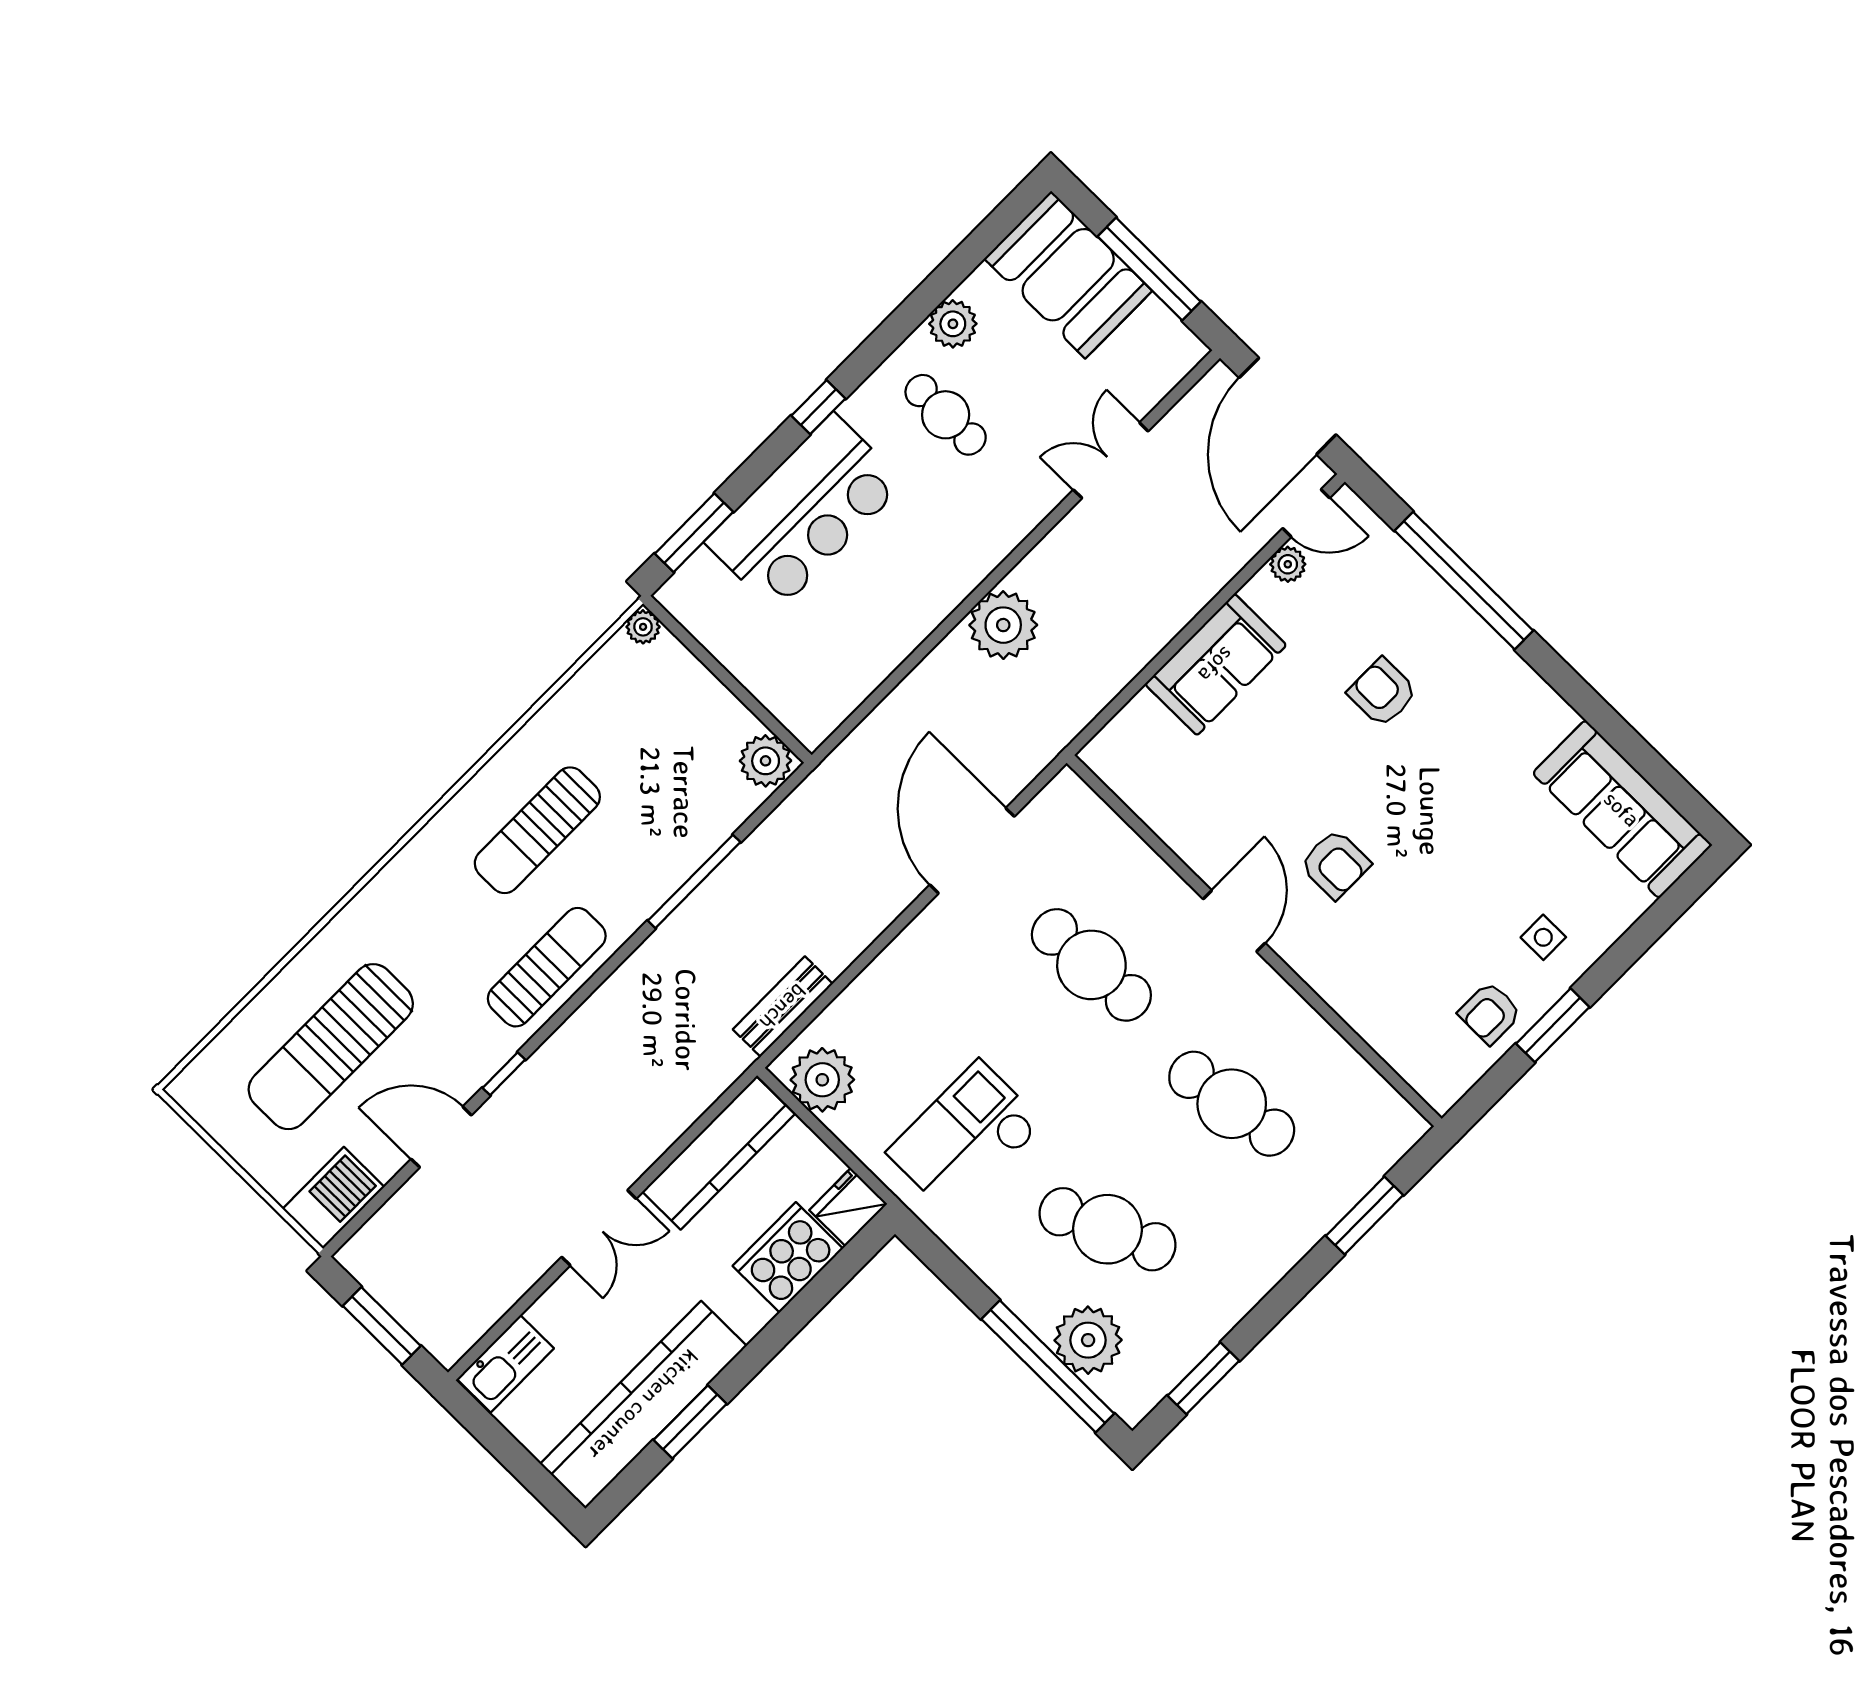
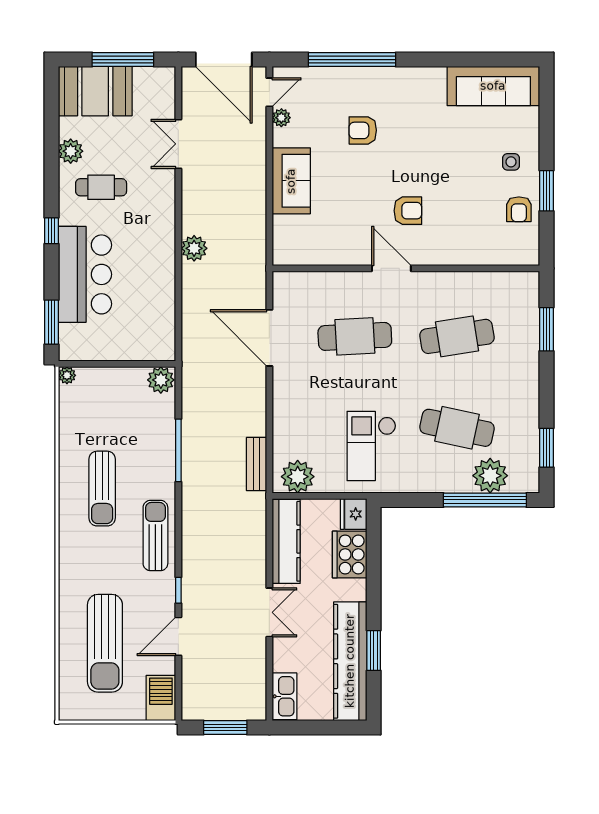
plant: (1003, 625) -> (194, 248), width x0.73, depth x0.73
cafe table: (1107, 1229) -> (457, 428), turned 36

